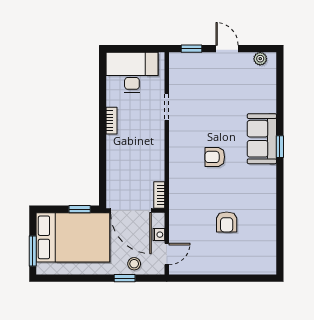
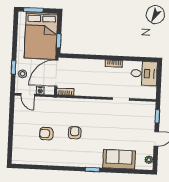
desk: (132, 72) -> (144, 73), width x0.73
sofa: (262, 139) -> (119, 159), moved
armchair: (215, 157) -> (75, 133), moved

